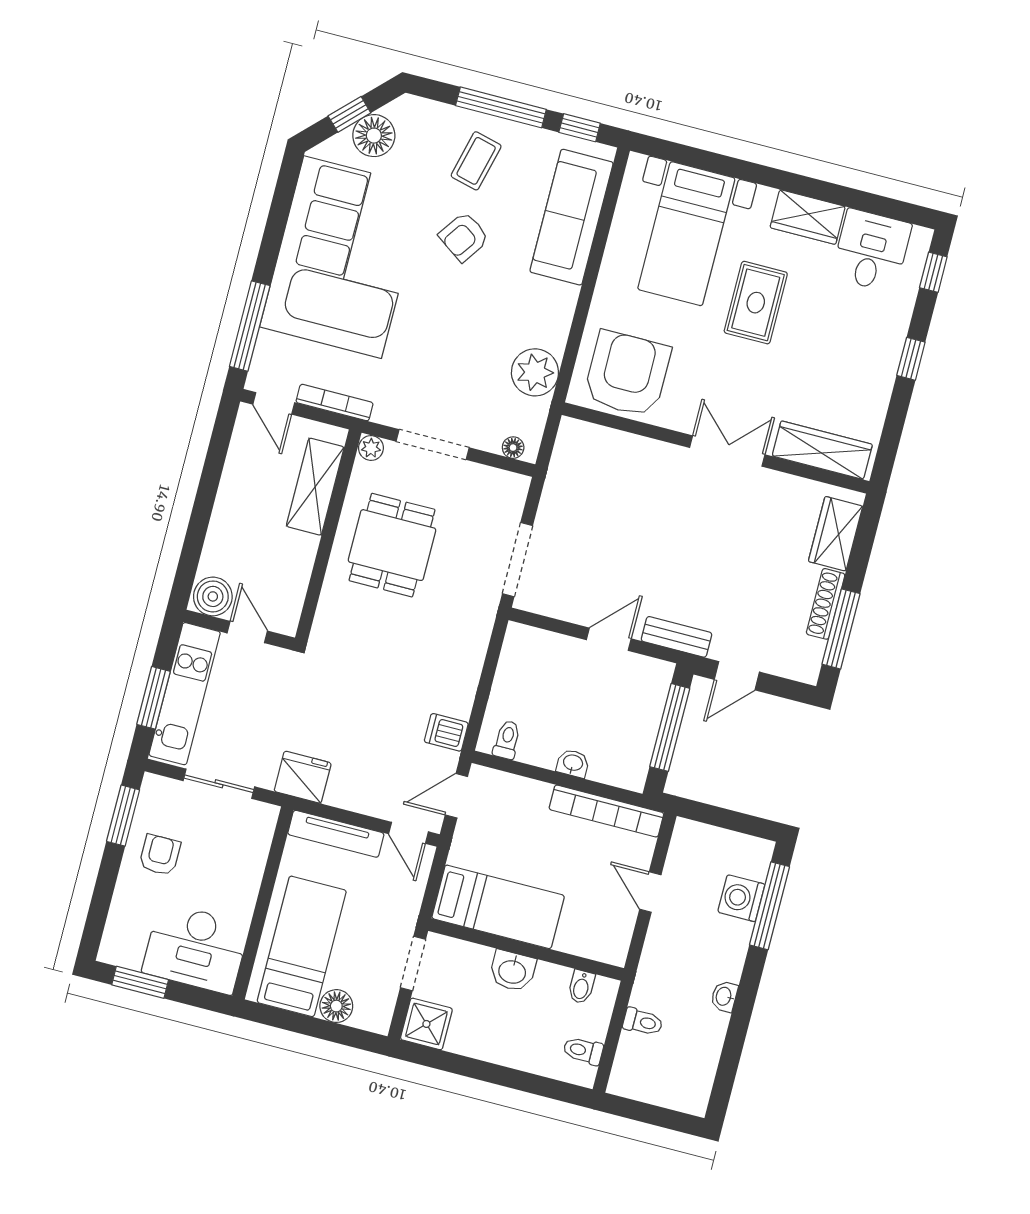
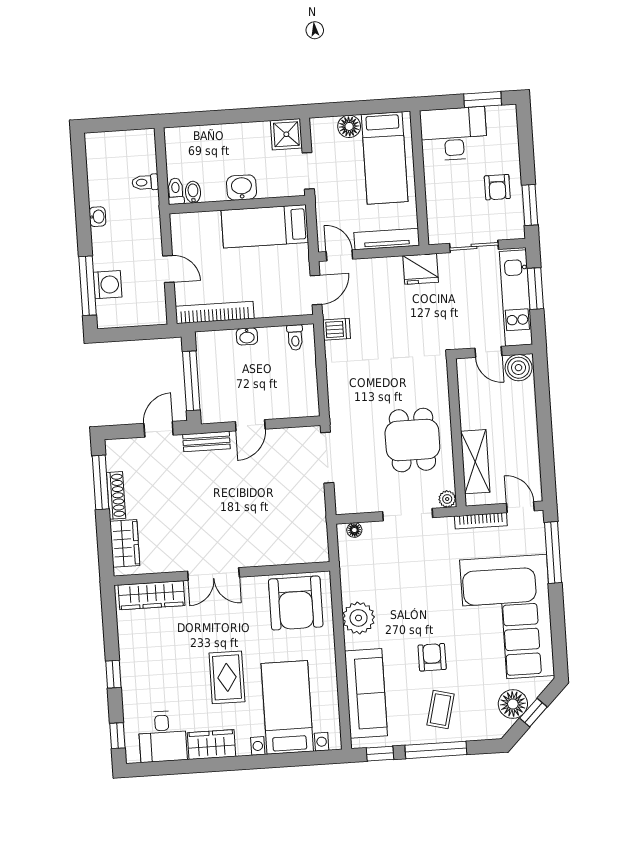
armchair: (464, 237) -> (432, 657), turned -35
plant: (535, 372) -> (359, 618), moved
toilet: (583, 1051) -> (176, 191), moved, turned -90

